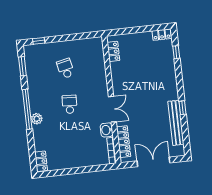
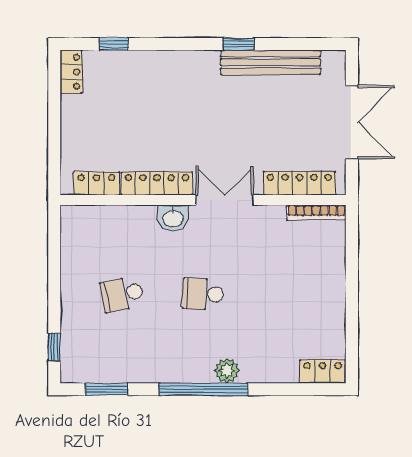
locker: (116, 78) -> (157, 183), added
washbasin: (107, 130) -> (173, 218), moved
double door: (153, 162) -> (352, 122), swing flipped

